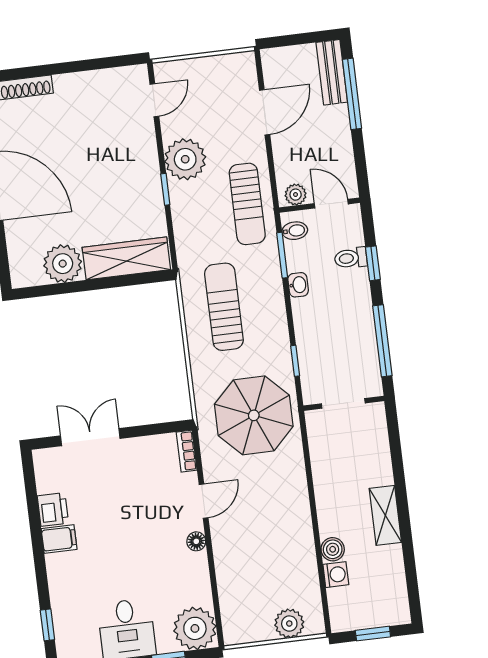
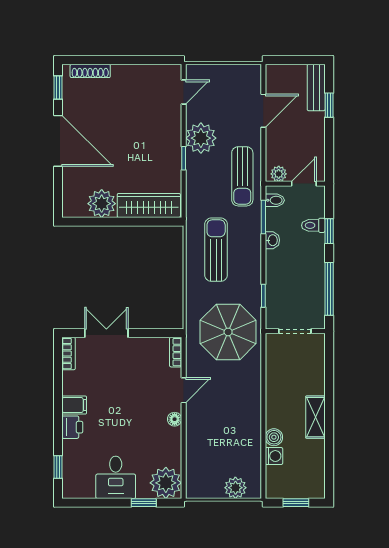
window: (352, 94) -> (329, 105), width x0.46
door: (331, 204) -> (304, 184), hinge flipped
bookcase: (43, 471) -> (69, 354), added
printer: (53, 510) -> (72, 427), moved

